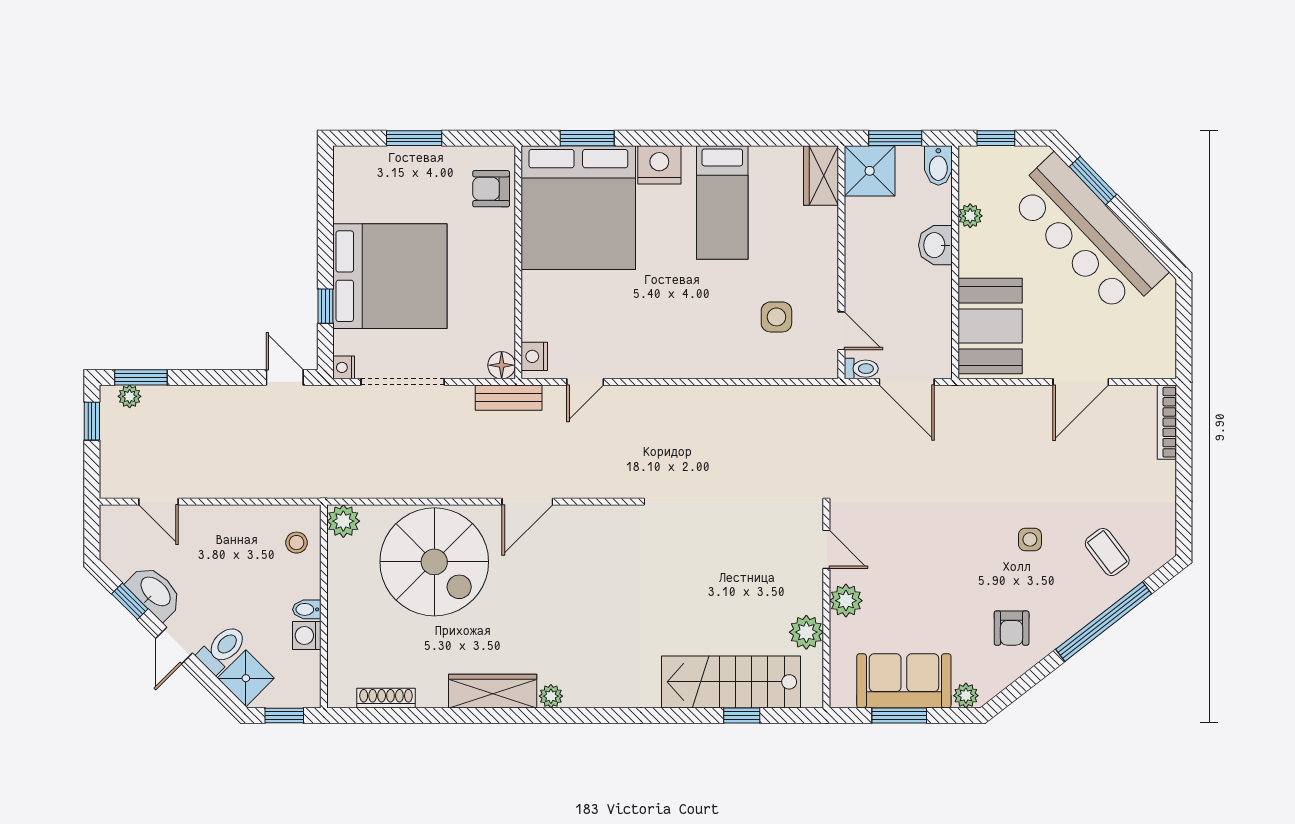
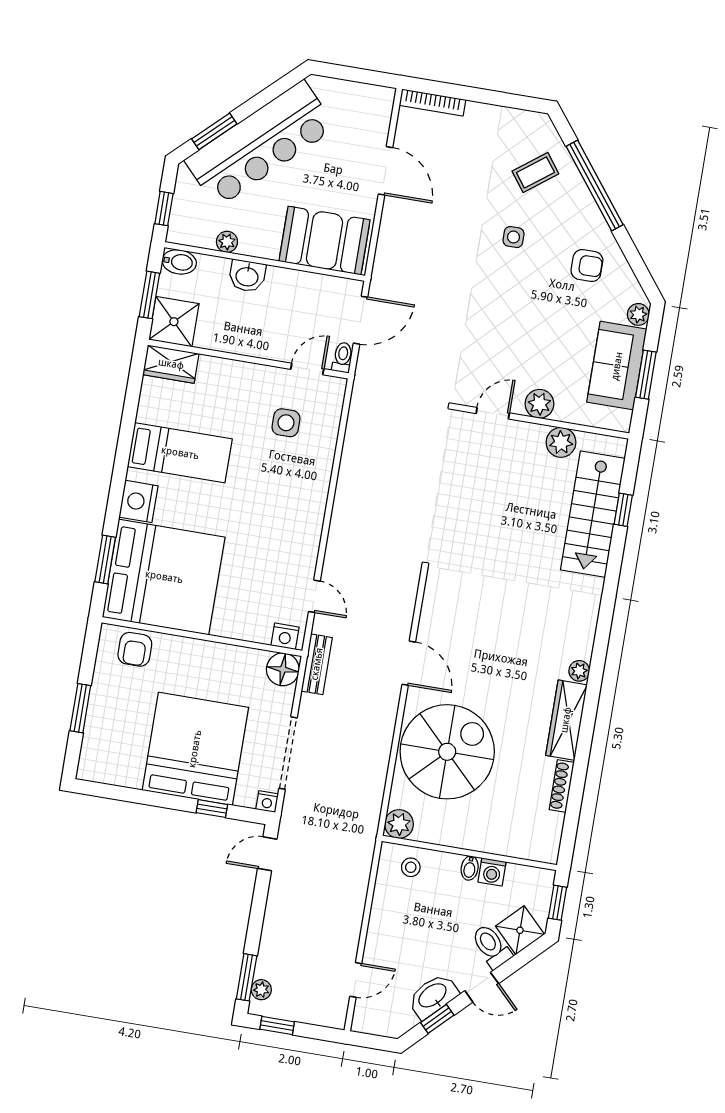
floor lamp: (502, 365) -> (283, 669), width x1.38, depth x1.38
shoe rack: (386, 698) -> (562, 786), moved

